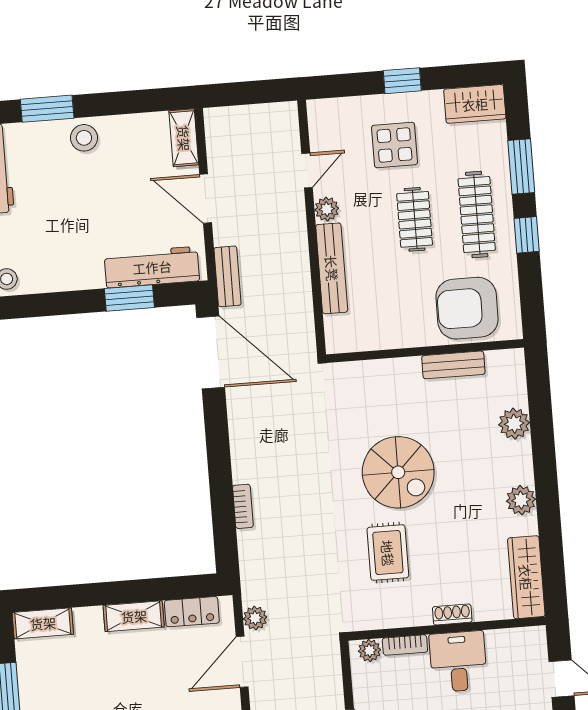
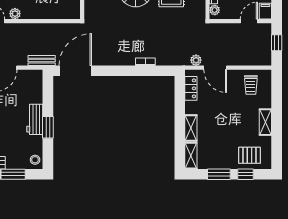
workbench: (152, 267) -> (35, 119), moved, width x0.73
bench: (332, 268) -> (42, 13), removed
window: (129, 298) -> (48, 127), moved
shelving: (134, 616) -> (191, 128), moved

